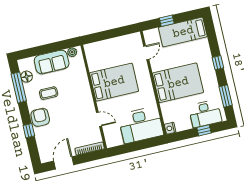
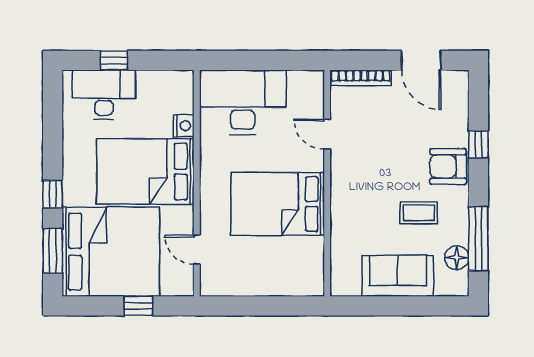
bed: (183, 32) -> (111, 252), width x2.04
plant: (72, 52) -> (350, 286), removed
door: (146, 53) -> (197, 249), hinge flipped
window: (226, 96) -> (53, 251), moved
armchair: (40, 117) -> (448, 166), turned 90
nightstand: (170, 128) -> (184, 126), moved
door: (64, 163) -> (421, 60), hinge flipped

